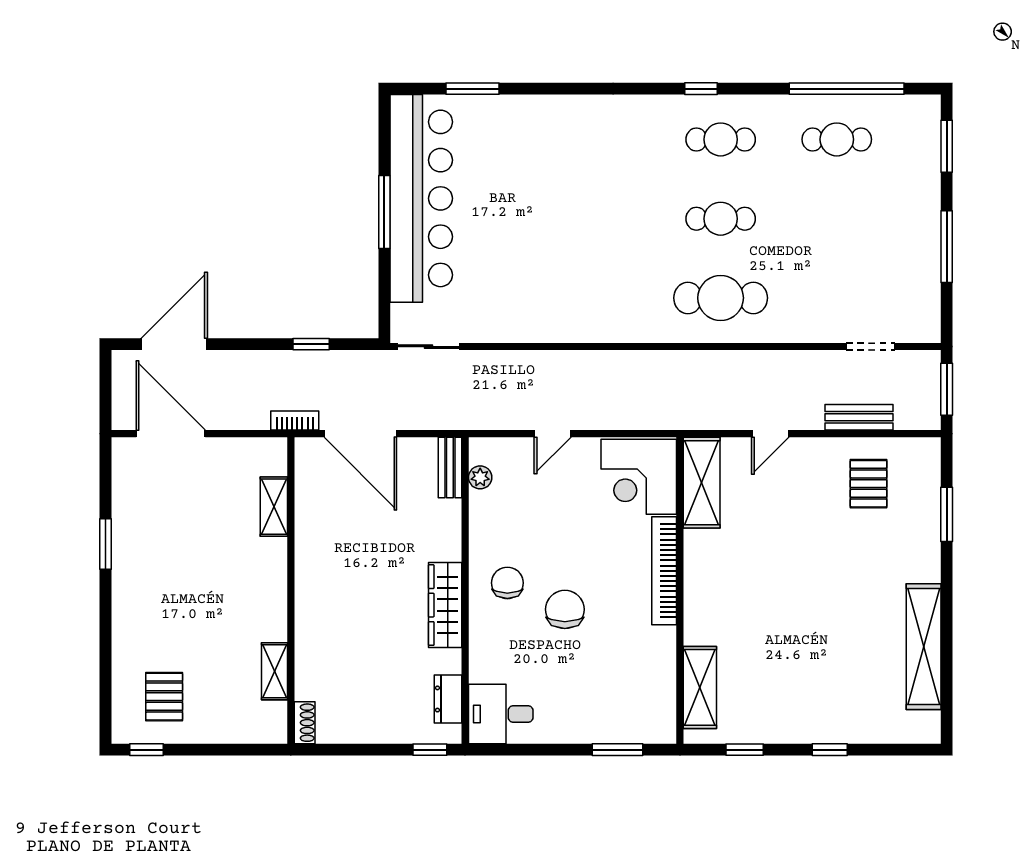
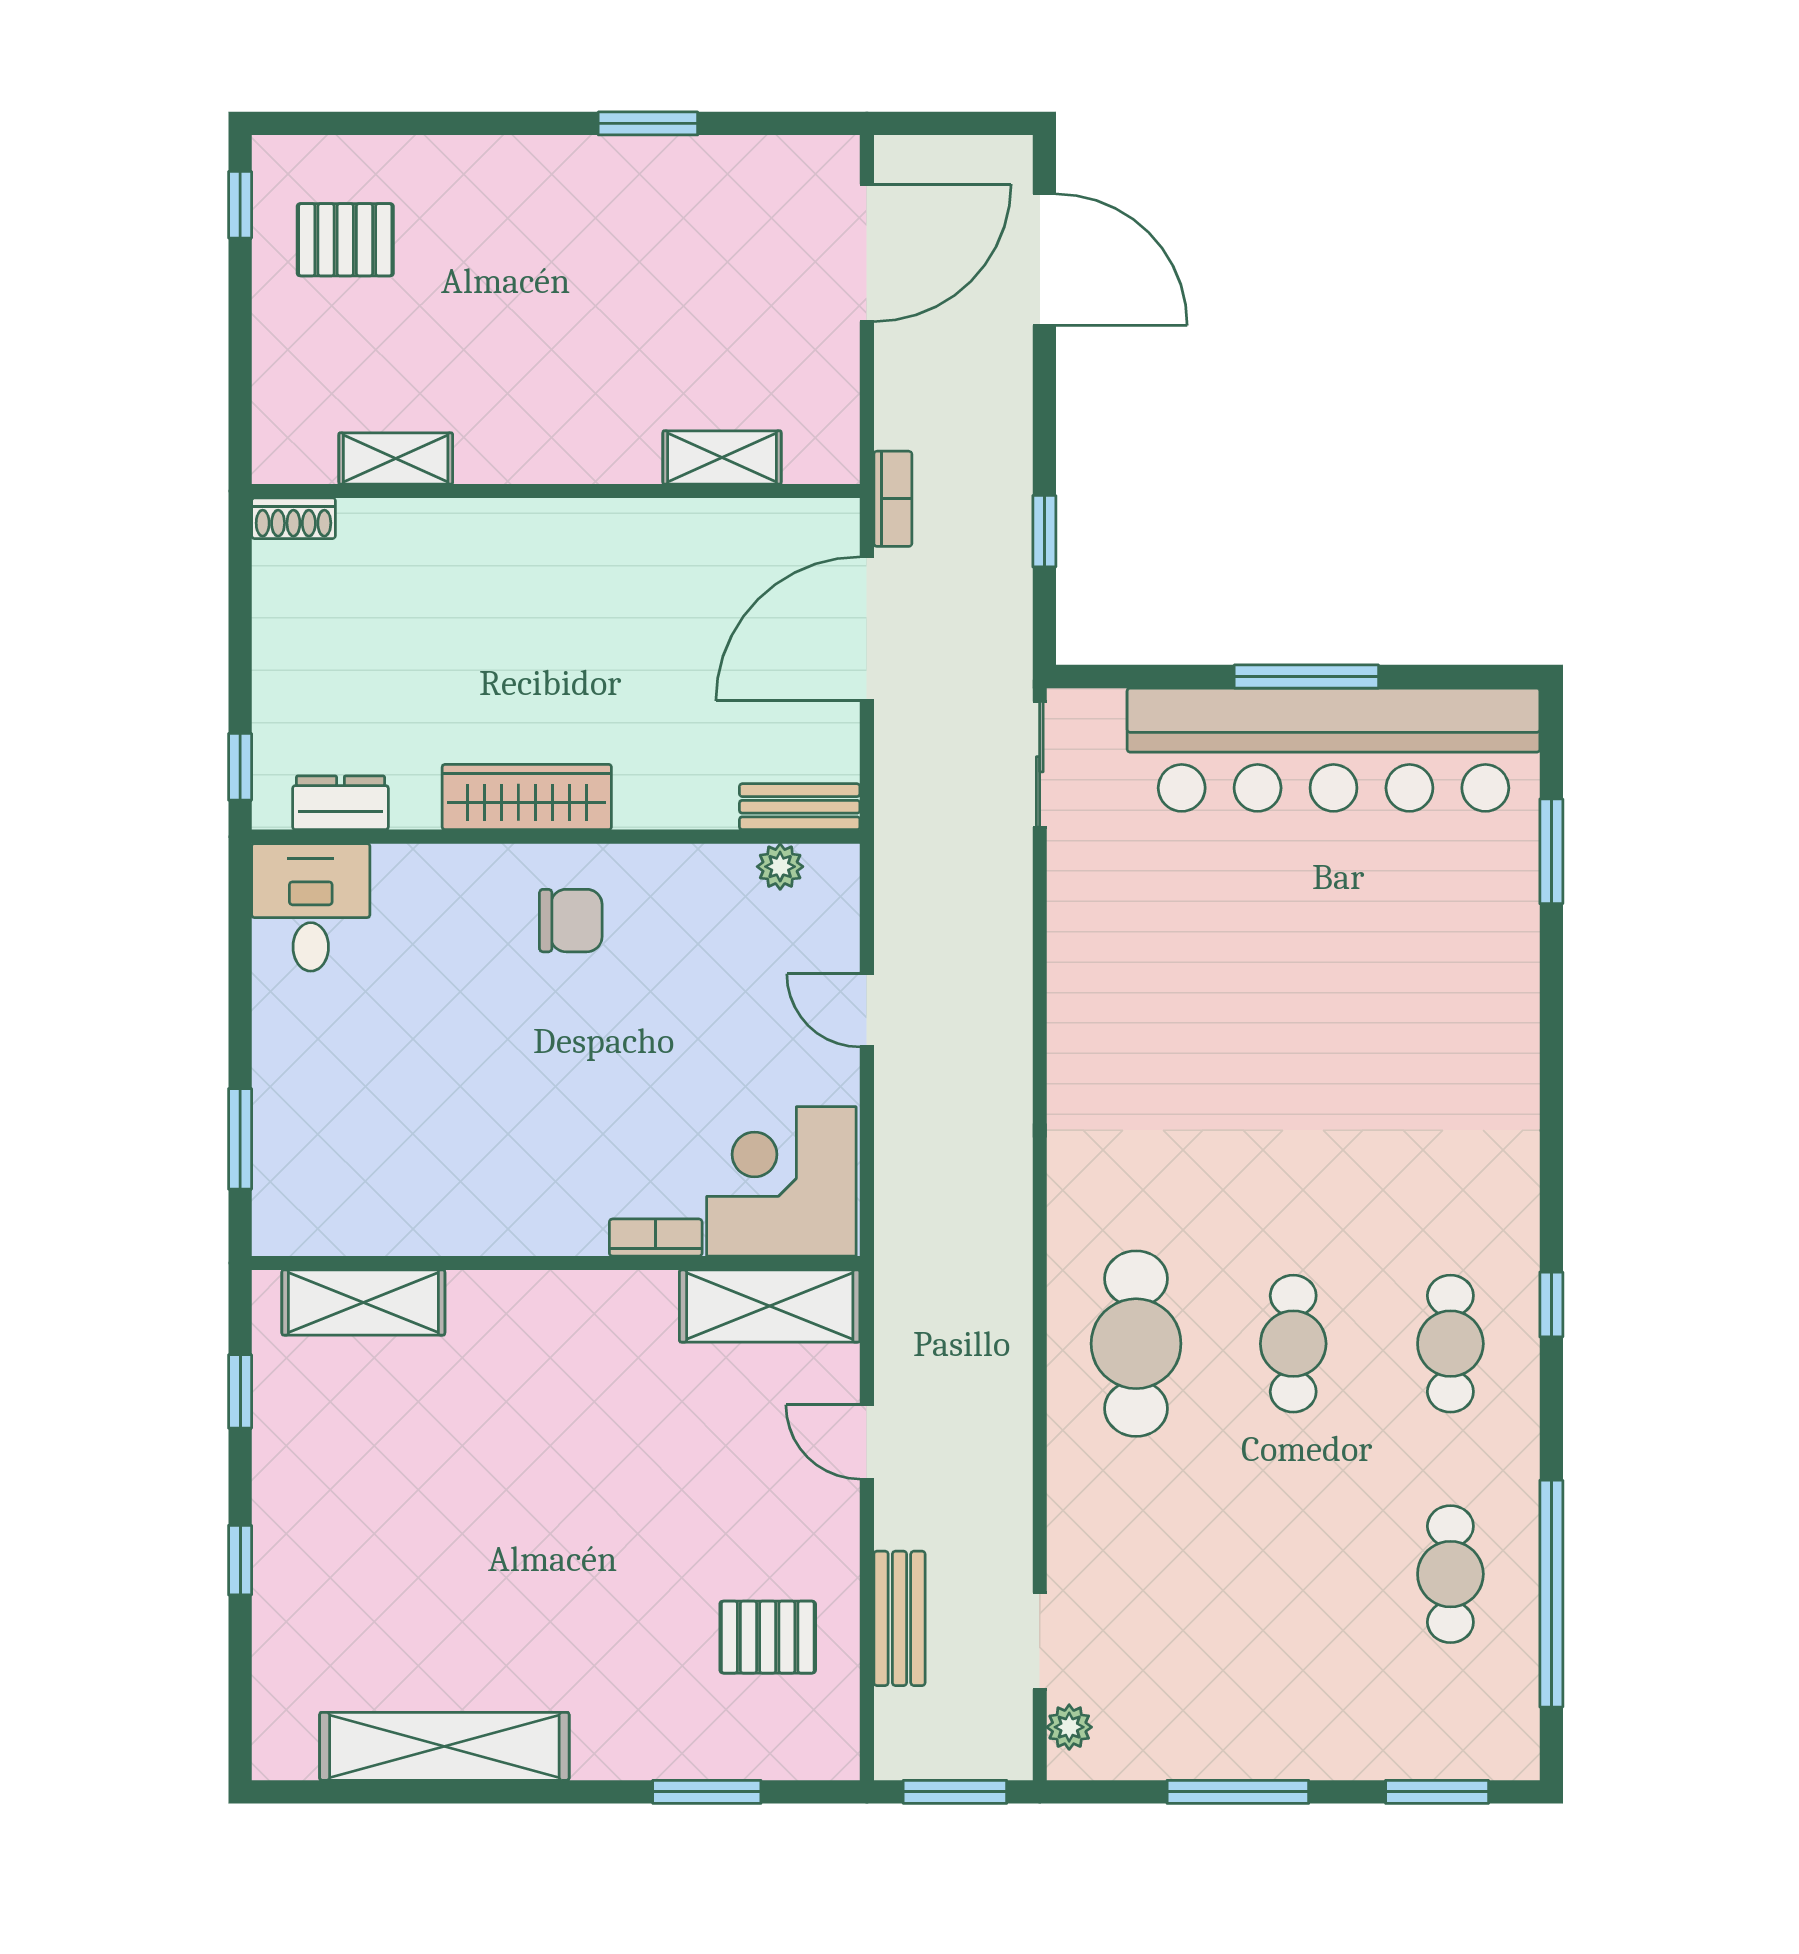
plant: (914, 332) -> (1069, 1727), added
bookcase: (664, 571) -> (656, 1238), width x0.43, depth x0.76
chair: (565, 609) -> (518, 1035), removed

